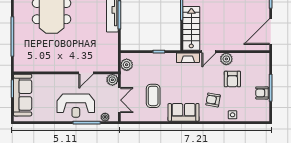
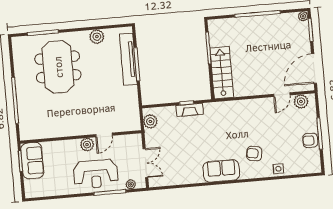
door: (209, 52) -> (282, 95), moved
fireplace: (188, 58) -> (190, 110), moved
plant: (226, 59) -> (301, 101), moved
armchair: (232, 79) -> (274, 127), removed
plant: (112, 80) -> (87, 145), moved
sofa: (23, 95) -> (32, 161), width x0.73
coffee table: (153, 96) -> (184, 155), removed

